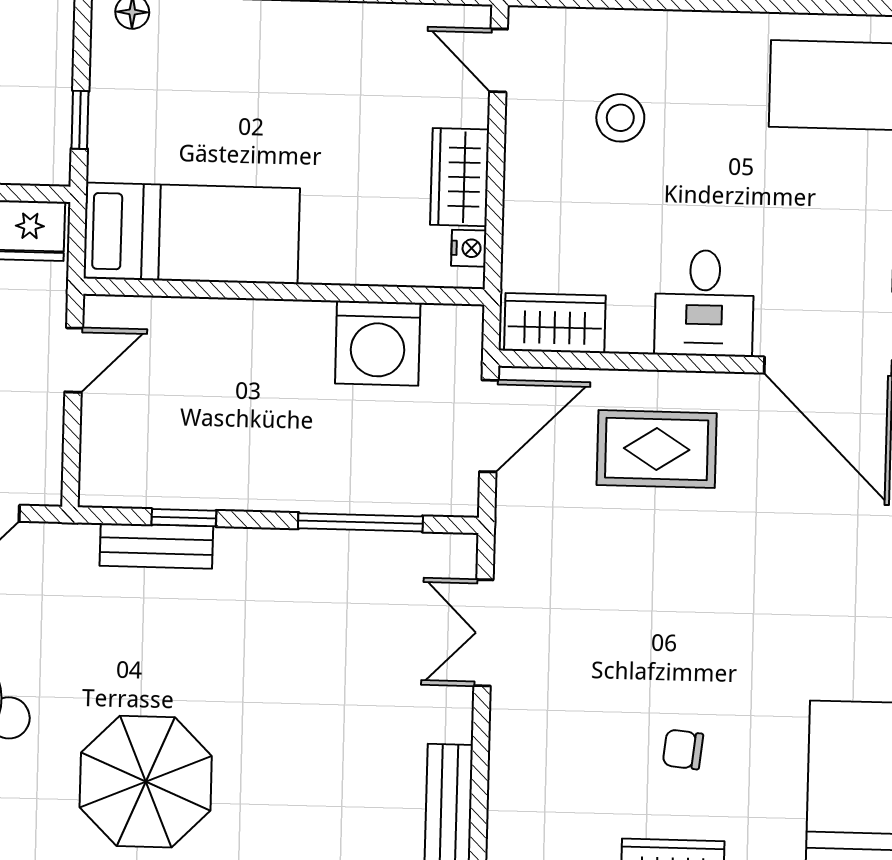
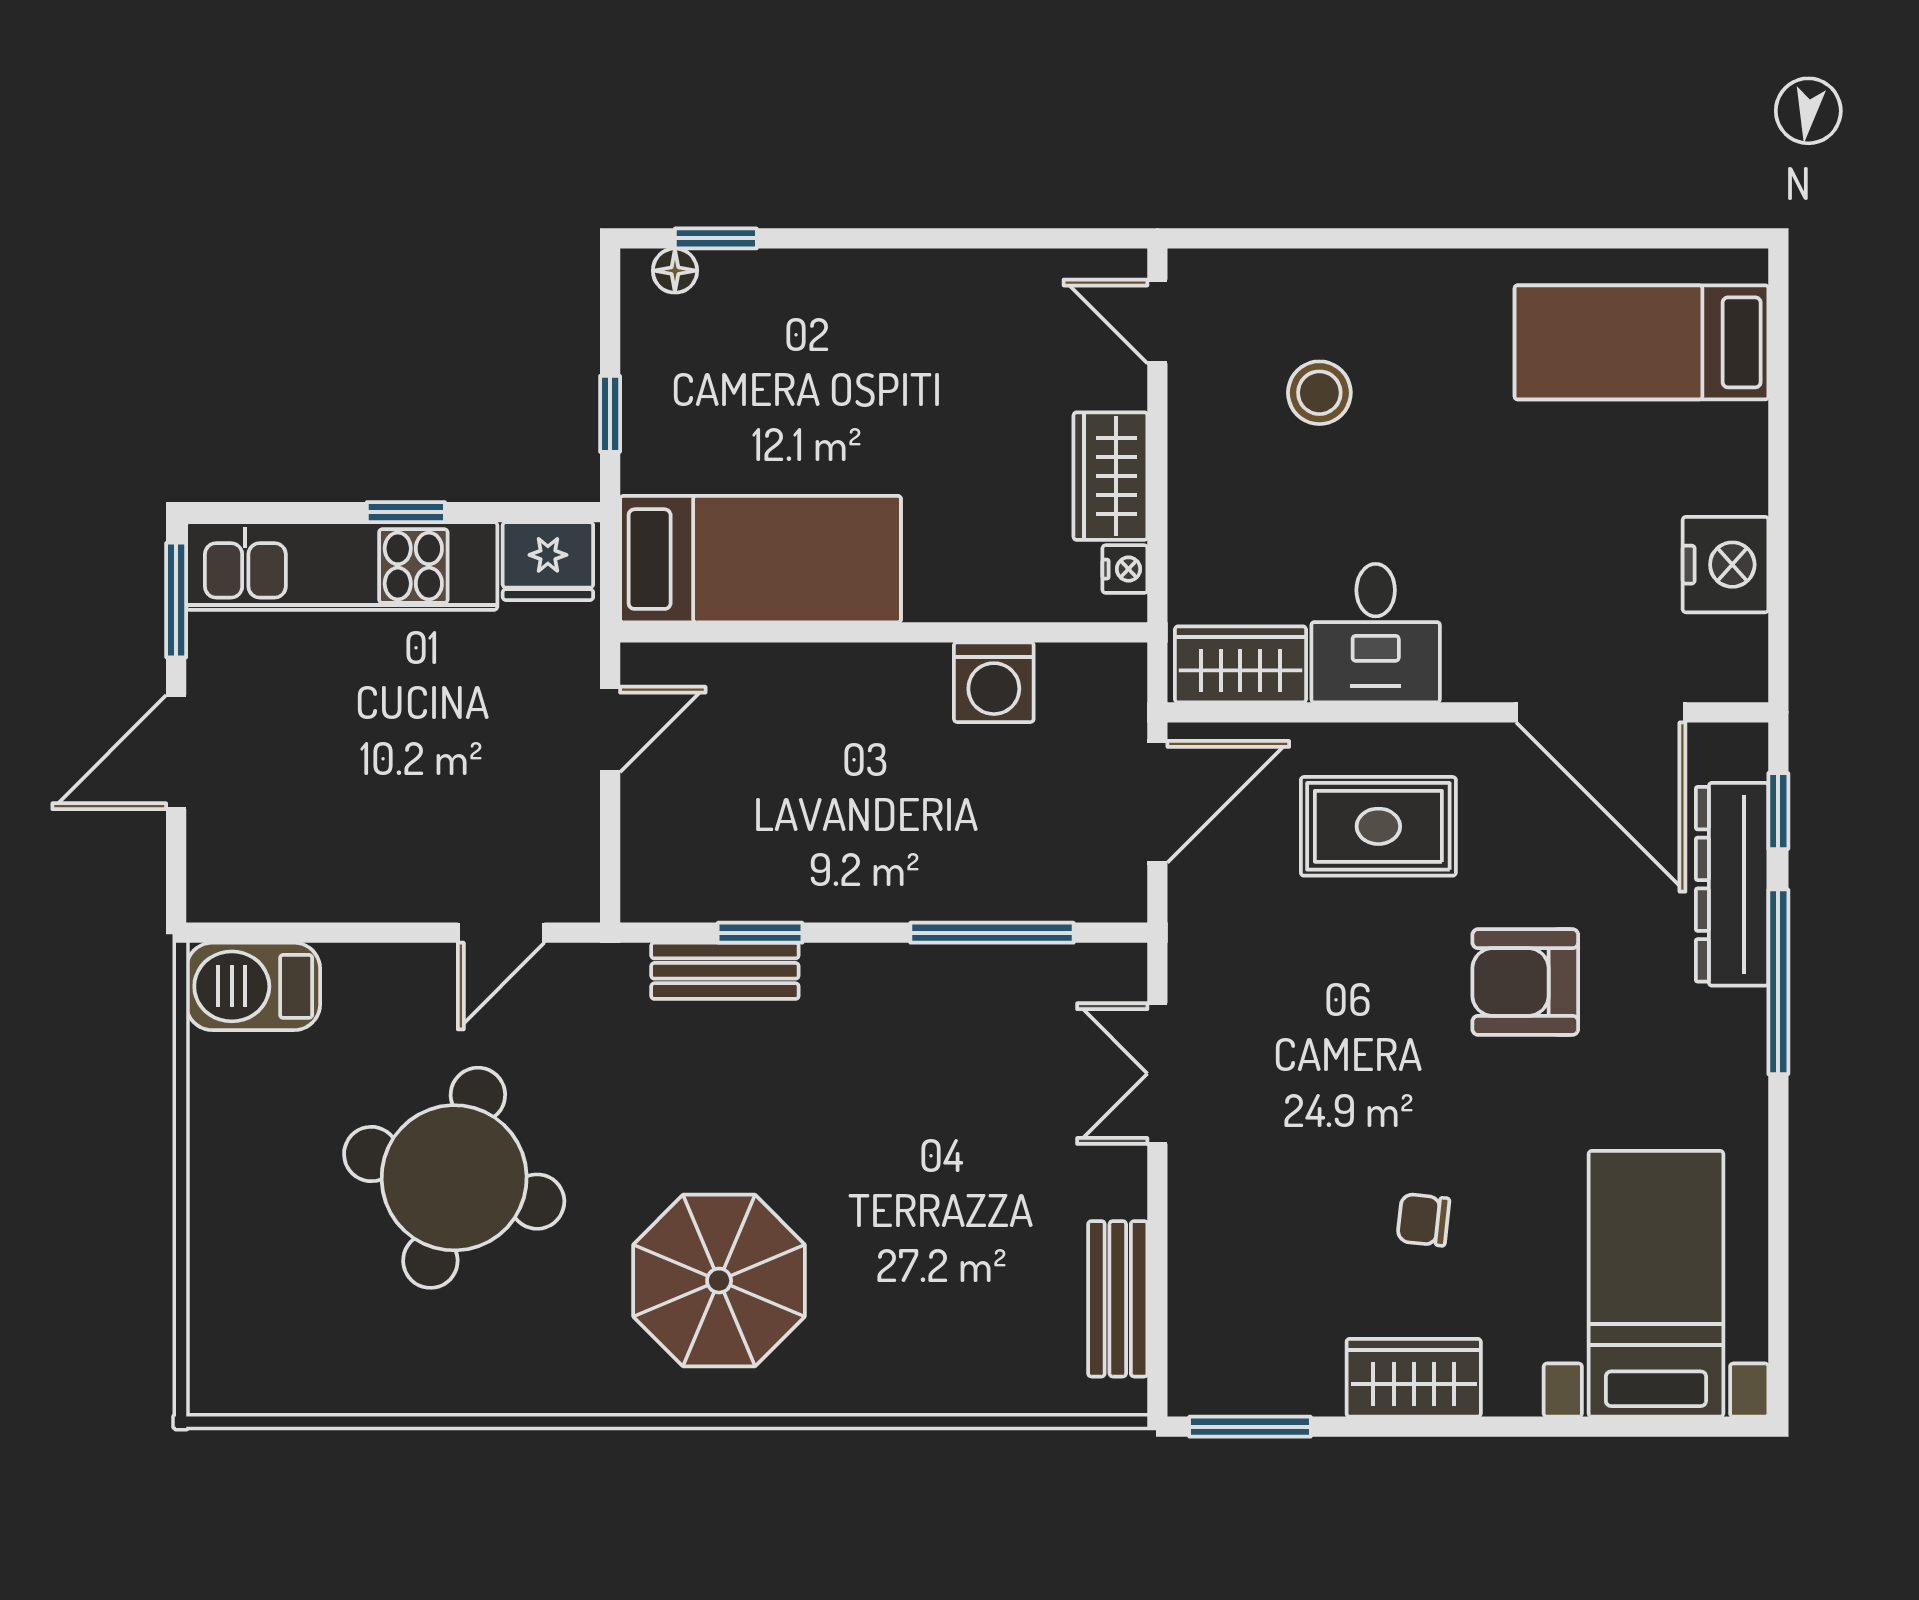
desk: (704, 303) -> (1376, 633), moved
washing machine: (378, 343) -> (994, 682), width x0.73, depth x0.73
armchair: (765, 570) -> (1525, 982), added

